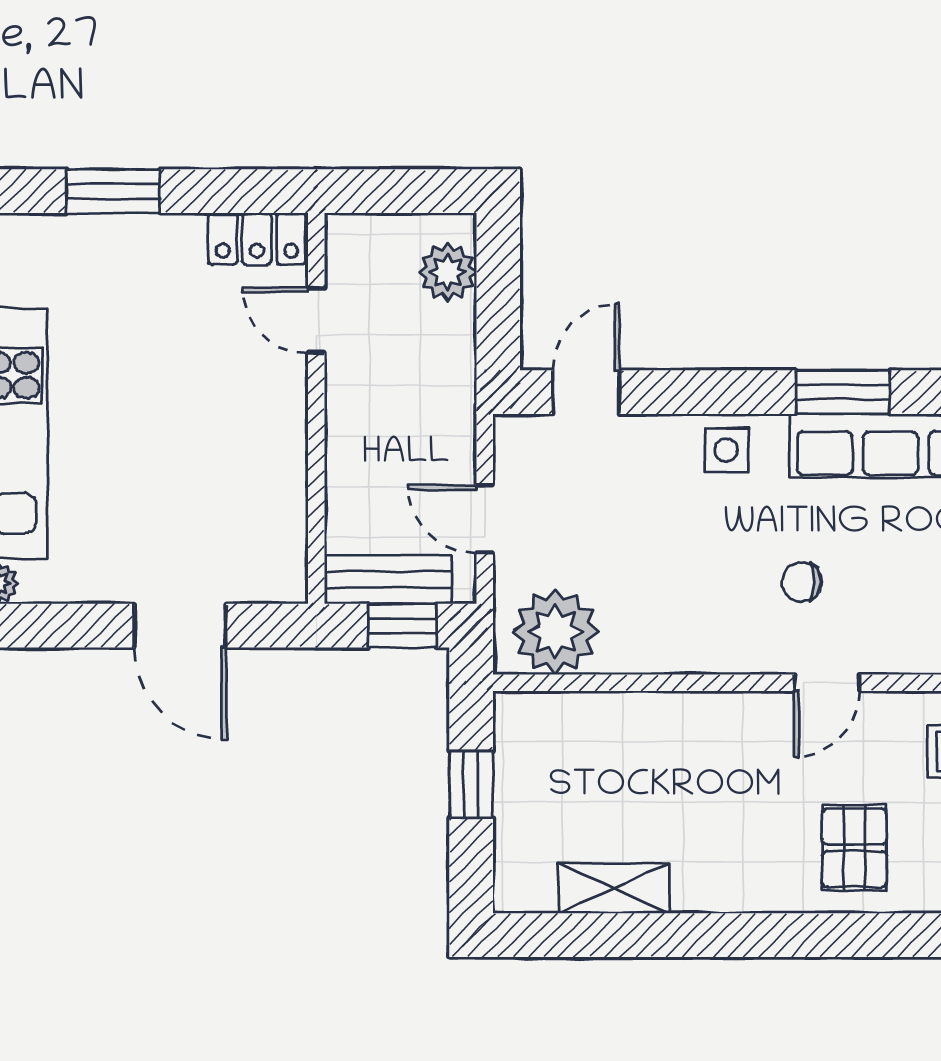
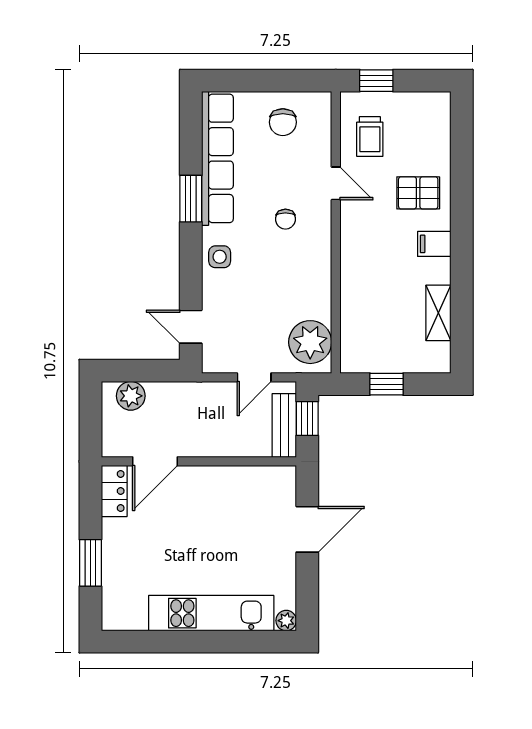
door: (316, 320) -> (155, 461), width x1.37
door: (827, 683) -> (336, 183), moved
filing cabinet: (752, 880) -> (434, 244), added

